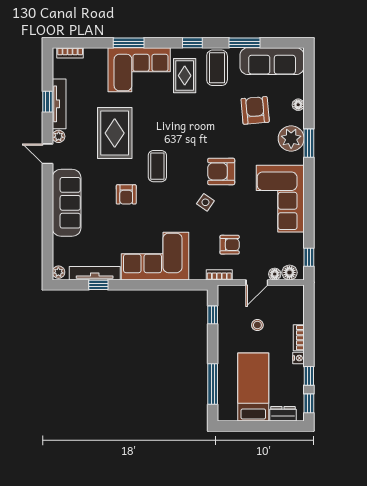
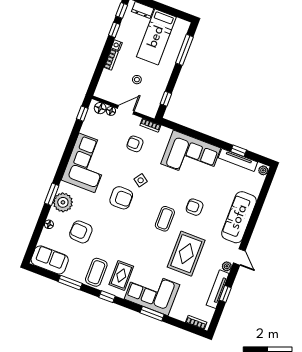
sofa: (272, 61) -> (50, 260), width x0.73
armchair: (255, 110) -> (81, 232), turned 98
armchair: (126, 194) -> (195, 207), turned -90

